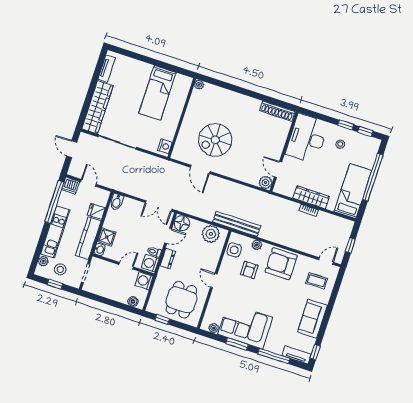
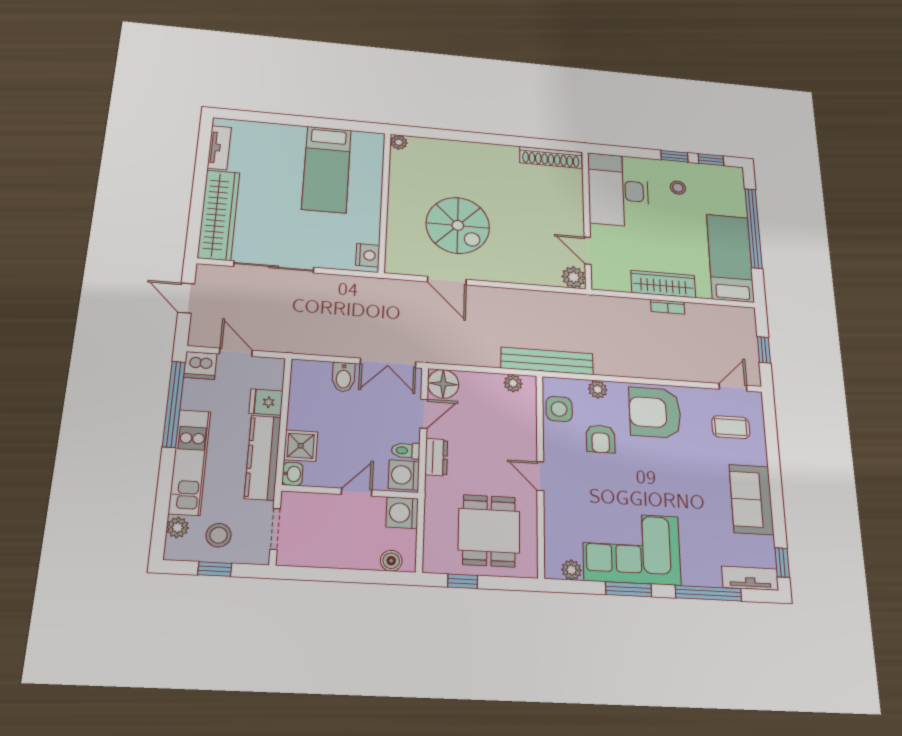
spiral stairs: (215, 140) -> (458, 225), turned -90
bidet: (117, 202) -> (343, 377), moved
plant: (211, 234) -> (513, 383), width x0.53, depth x0.53

